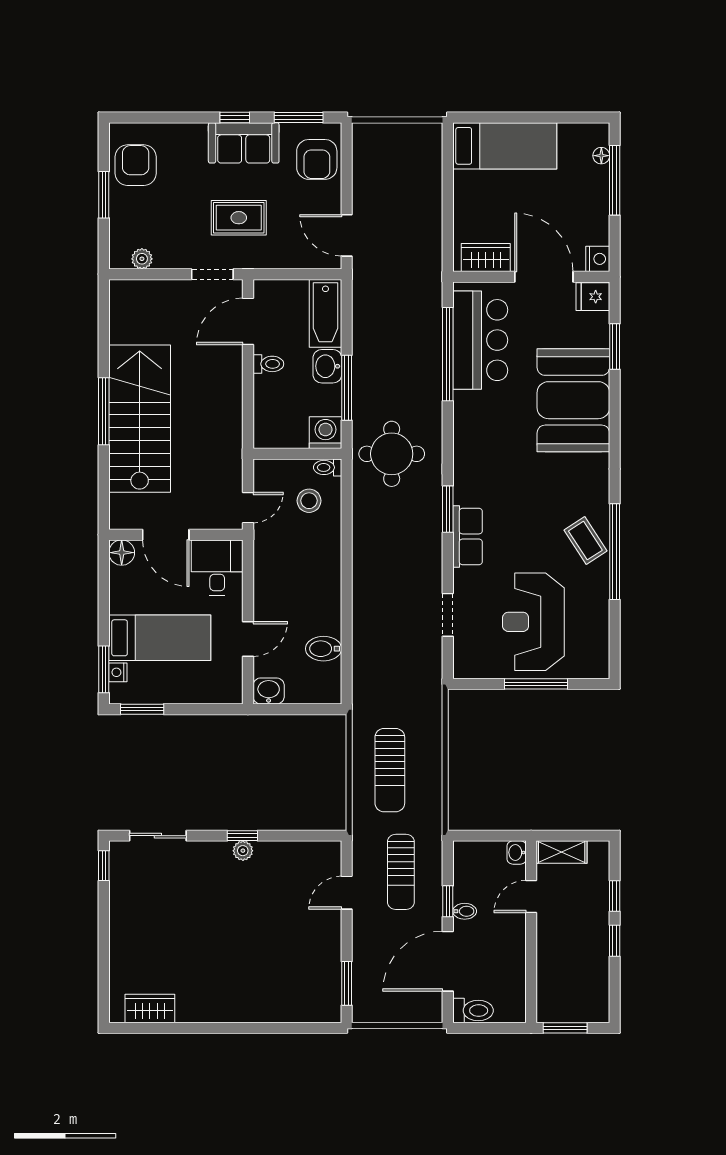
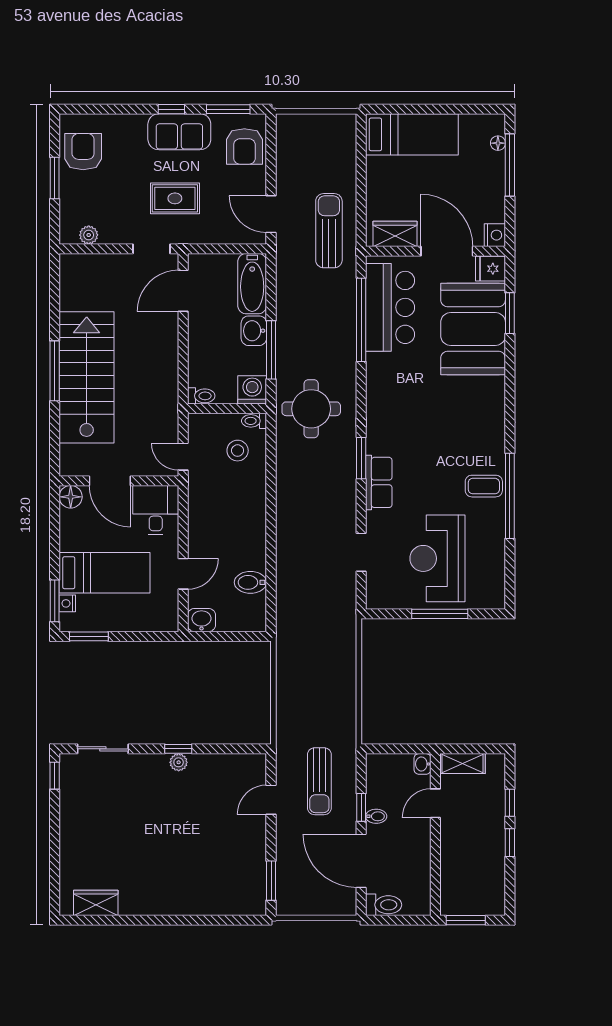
toilet: (268, 364) -> (201, 396), moved
booth: (573, 400) -> (473, 329), moved
door: (248, 508) -> (183, 457), swing flipped
coffee table: (585, 541) -> (484, 486), turned -57
sun lounger: (390, 770) -> (329, 231), moved, turned 180
door: (448, 961) -> (361, 861), hinge flipped

